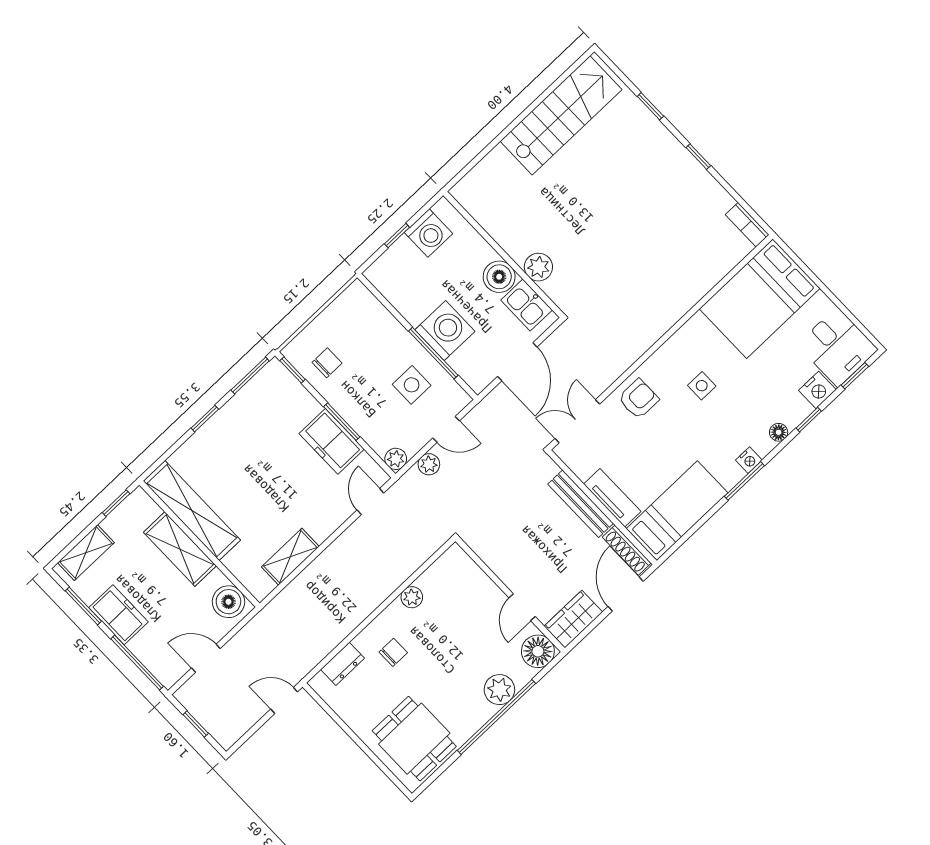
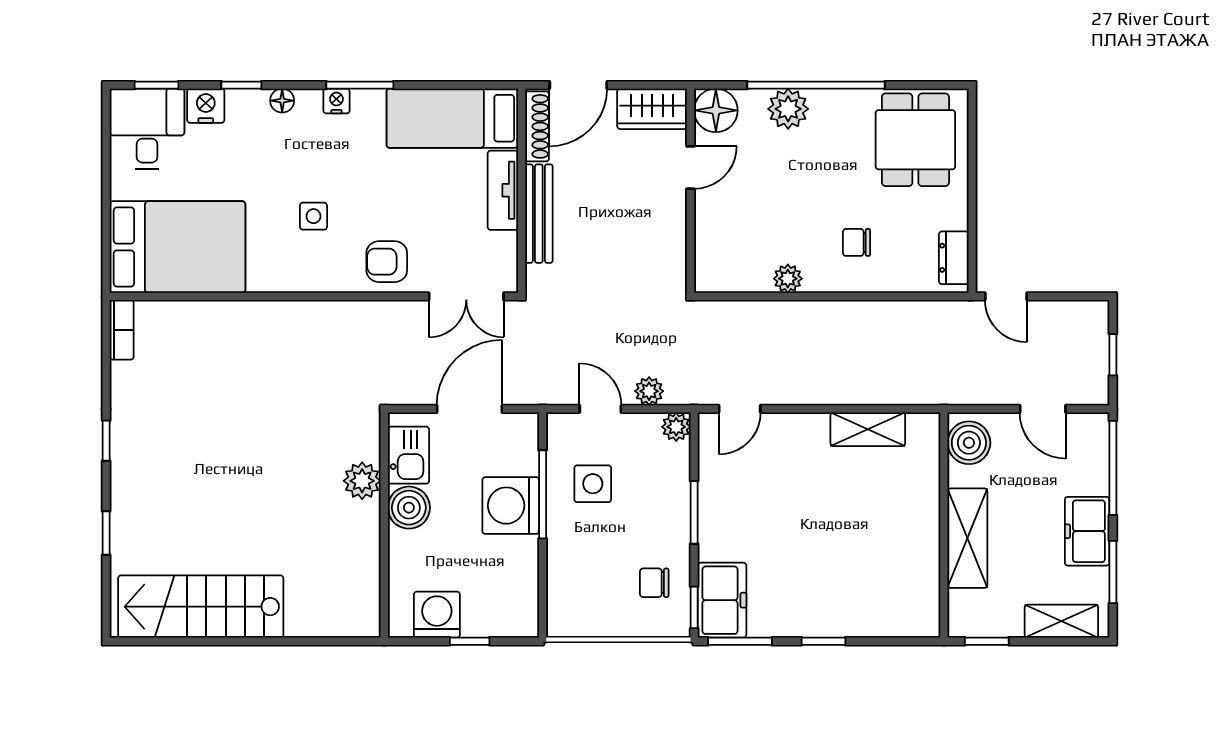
freezer: (332, 441) -> (722, 600), moved
shelving: (192, 511) -> (920, 564), removed
dresser: (343, 664) -> (954, 258), moved, turned -90

